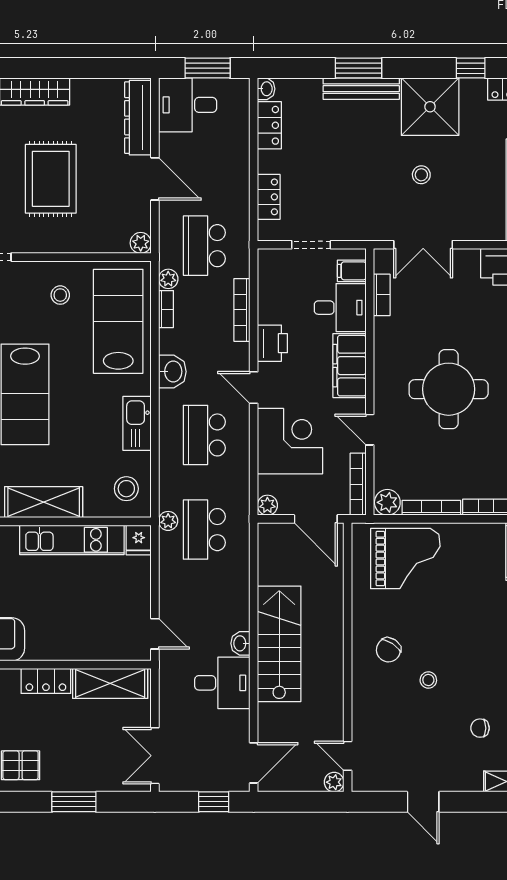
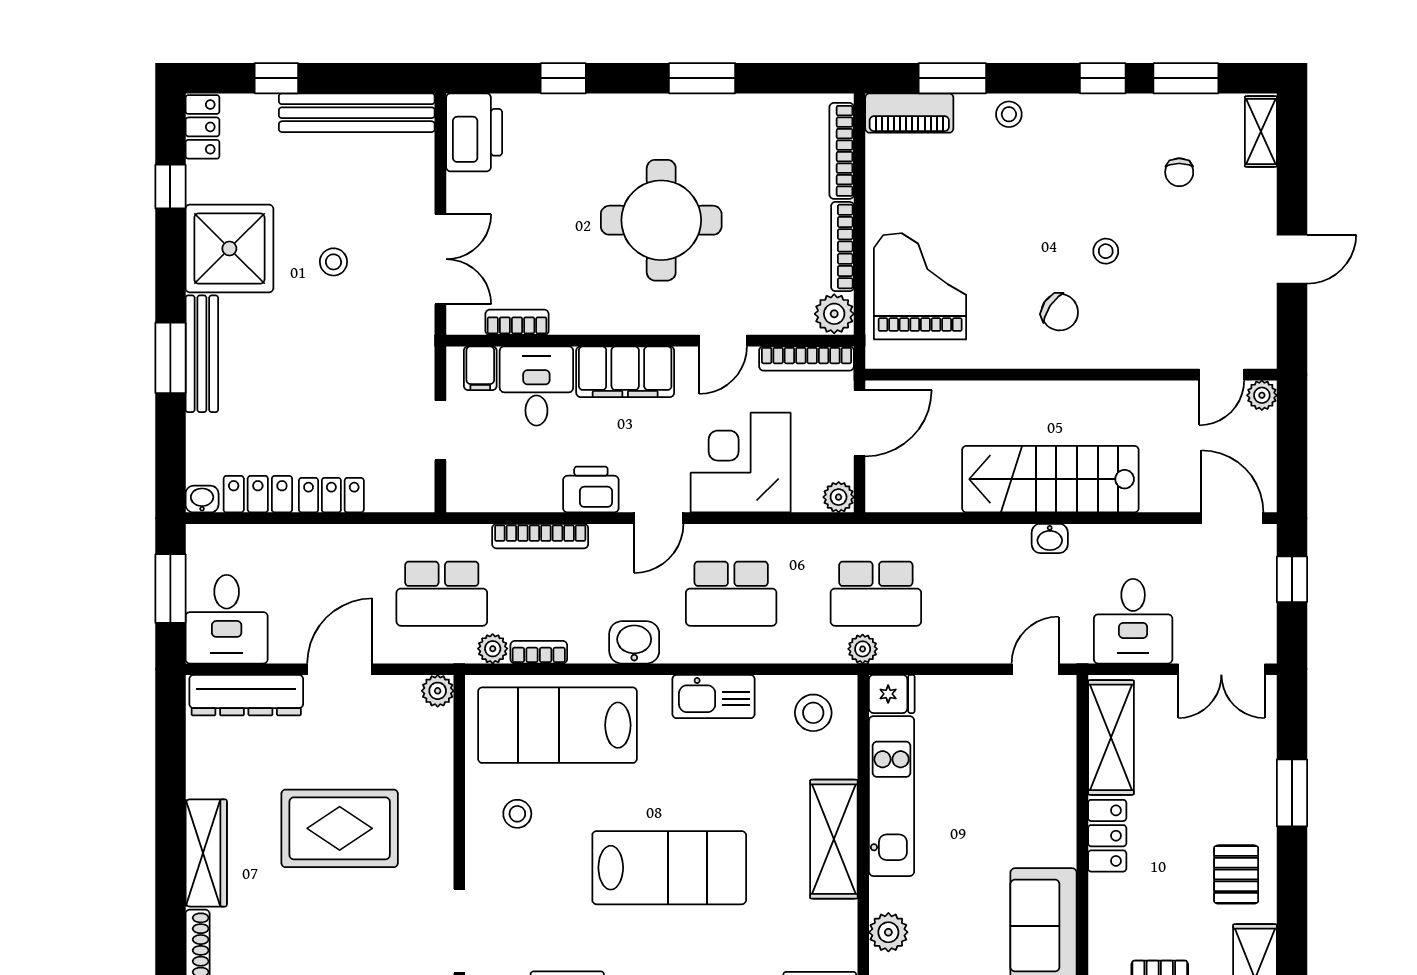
locker: (269, 197) -> (331, 495), moved
desk: (222, 683) -> (1133, 621), moved, turned 180

